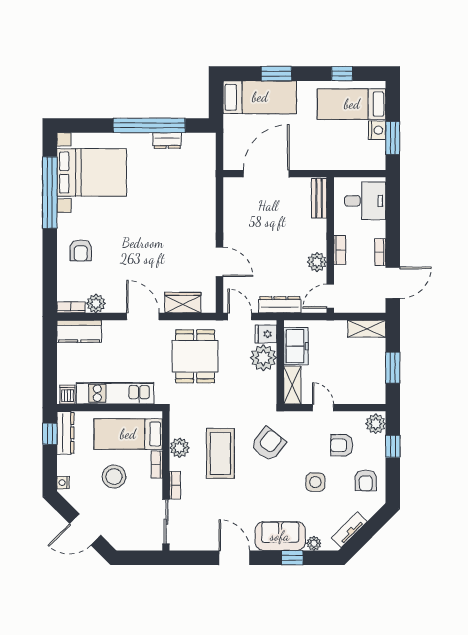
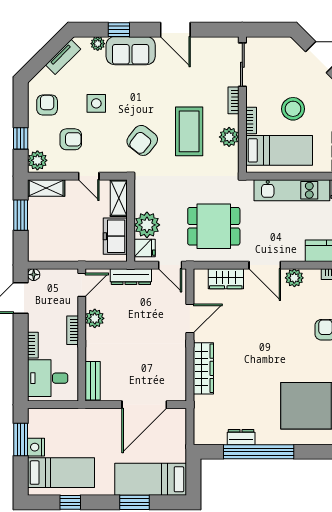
wardrobe: (206, 211) -> (203, 368), added
bookcase: (380, 252) -> (33, 345), moved
door: (220, 262) -> (190, 318), swing flipped
plant: (96, 304) -> (294, 278), moved
floor lamp: (379, 307) -> (34, 275), added
shelving: (367, 329) -> (46, 188), moved
dining table: (195, 356) -> (214, 226), turned 90

